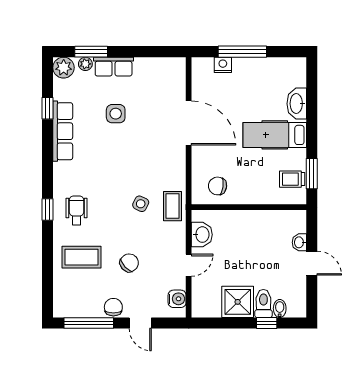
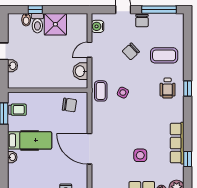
washbasin: (297, 104) -> (12, 157), width x0.52, depth x0.69

